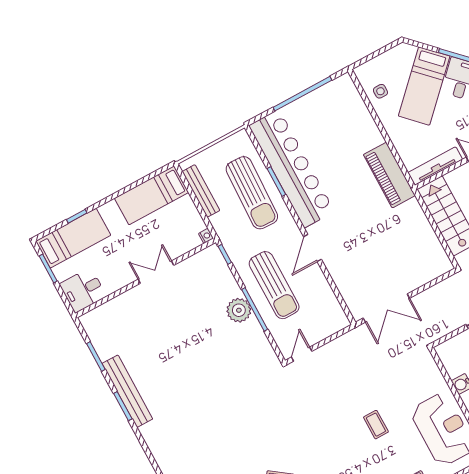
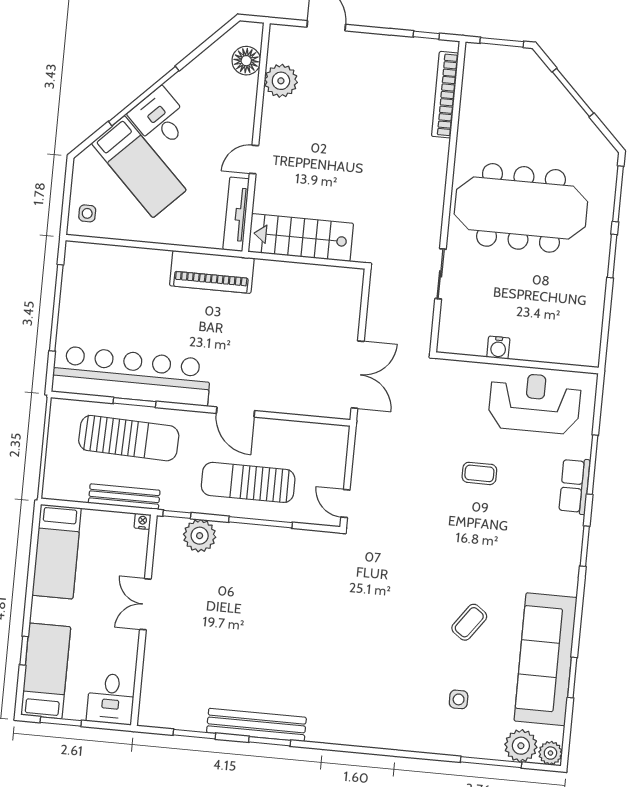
side table: (380, 91) -> (87, 213), moved
bench: (201, 191) -> (124, 497), moved
sun lounger: (274, 285) -> (248, 482), turned 180
plant: (239, 310) -> (200, 536), moved

